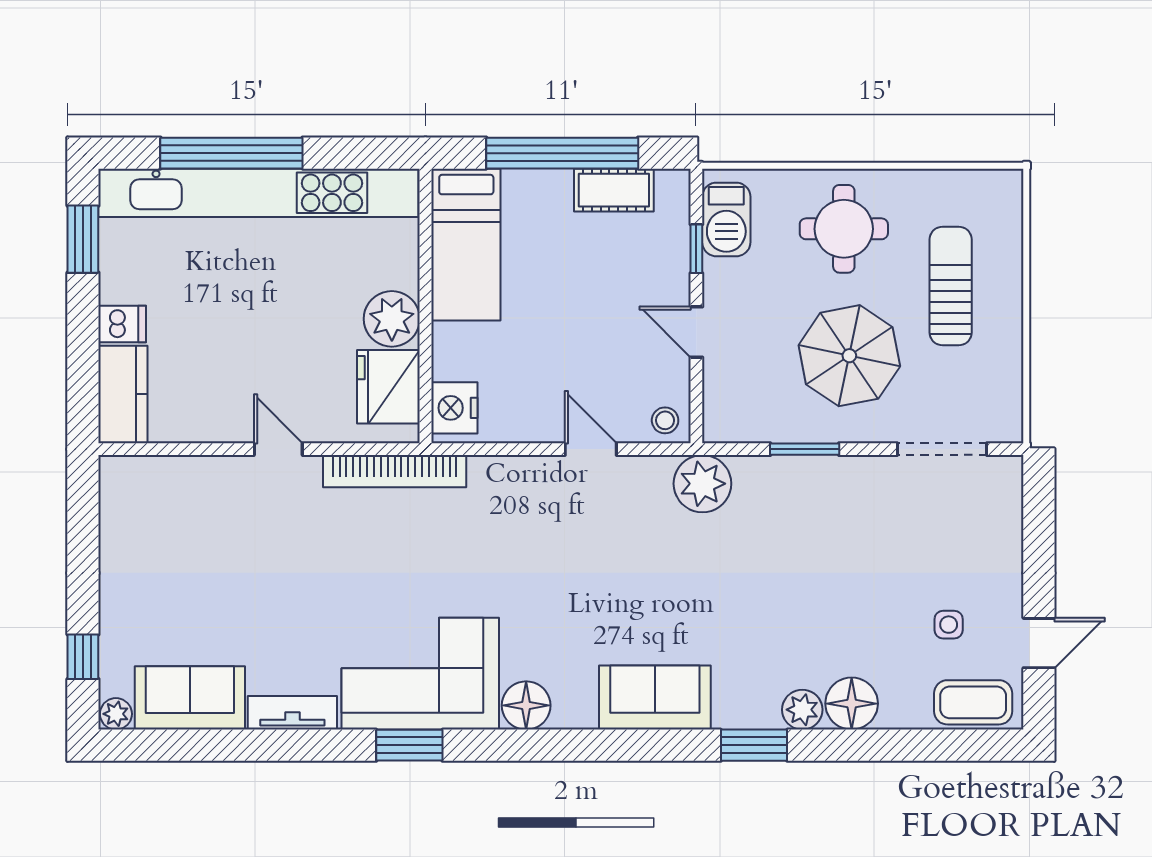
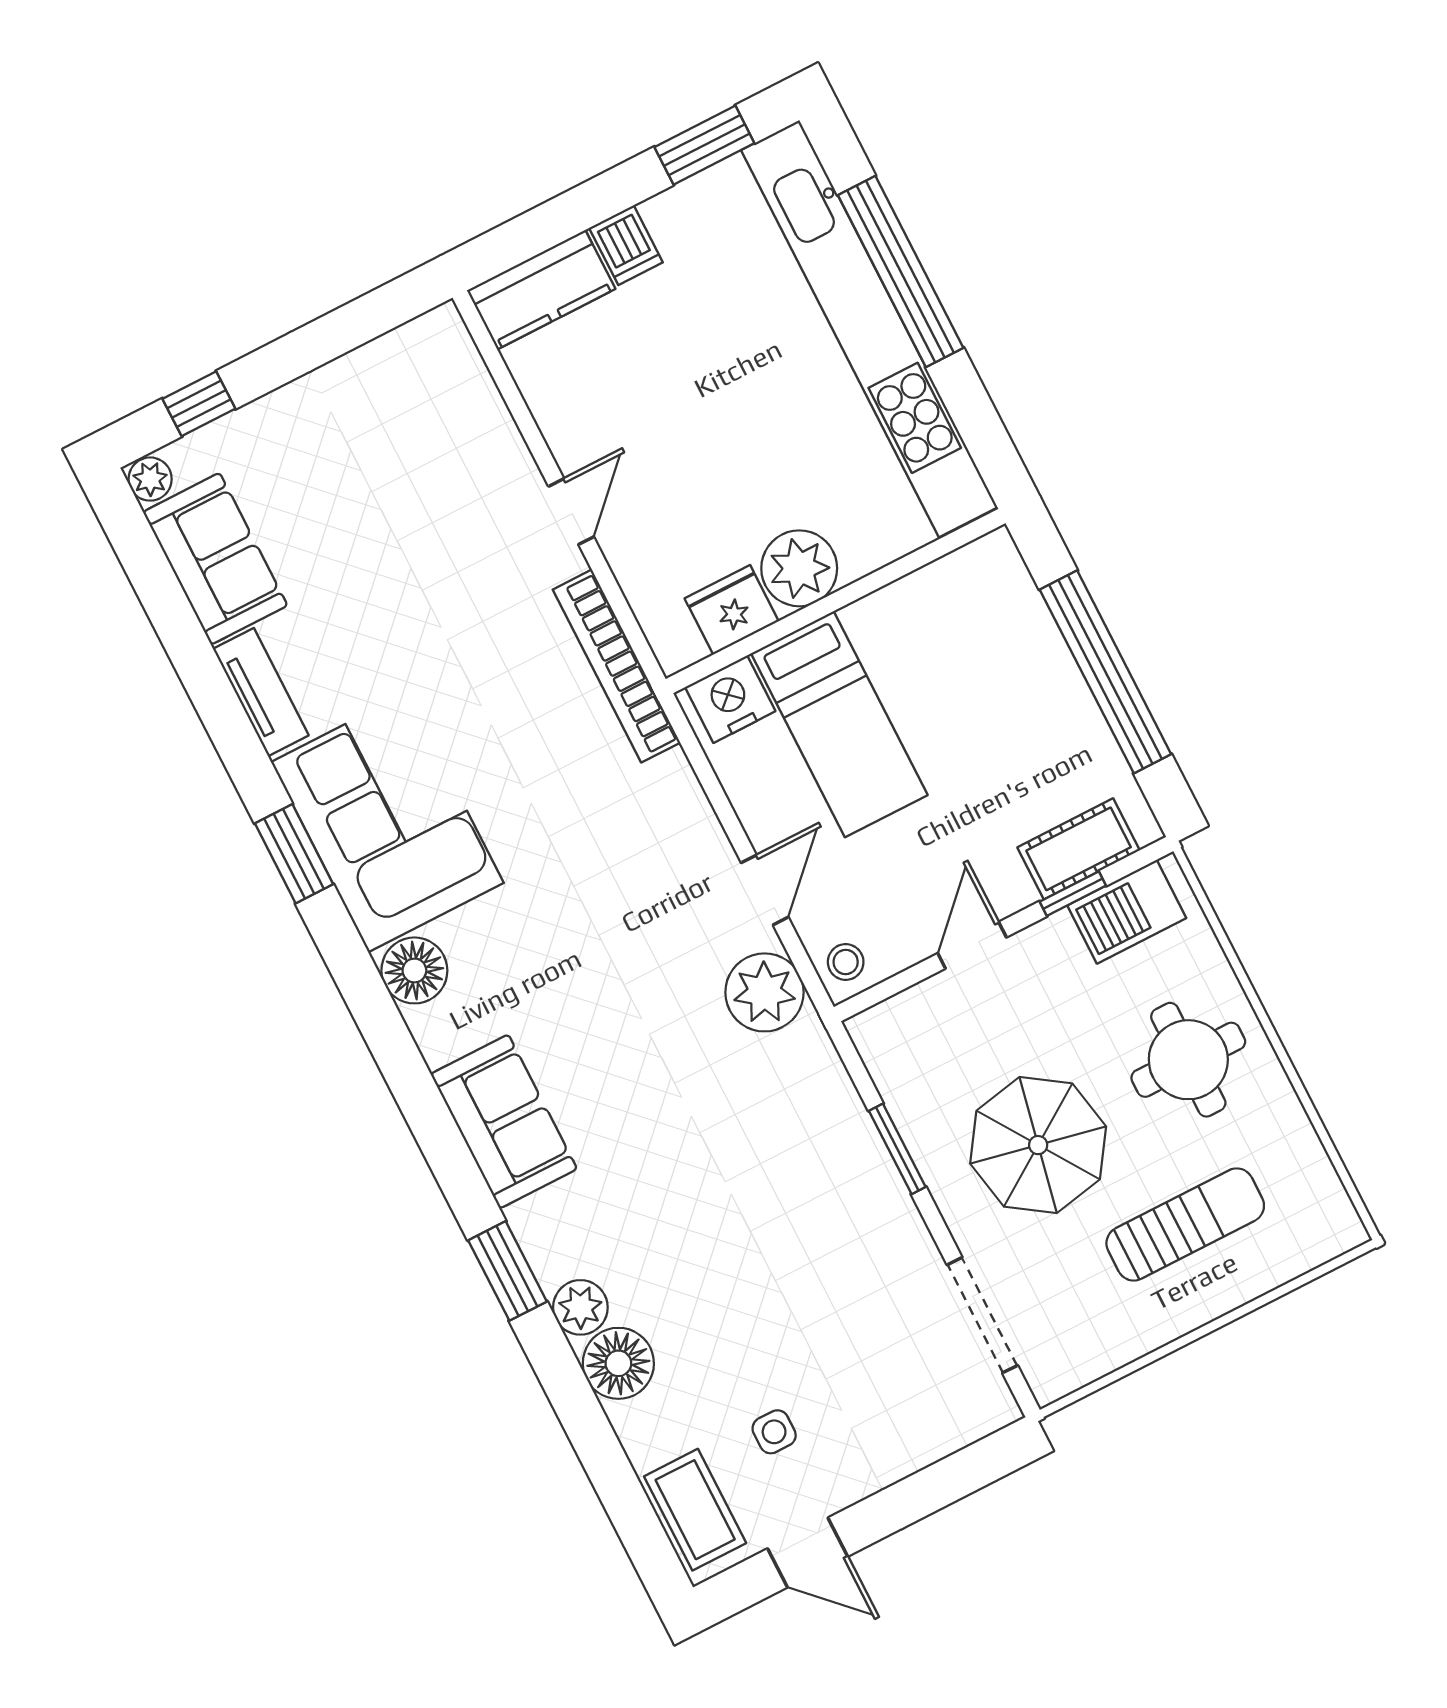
cot: (614, 190) -> (1079, 849), moved, turned 90
bed: (466, 245) -> (839, 724), moved, turned -90
fridge: (388, 387) -> (732, 610), width x0.73, depth x0.75
plant: (702, 484) -> (764, 992), moved

